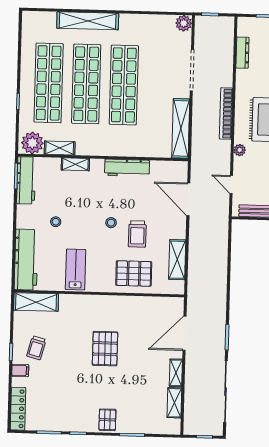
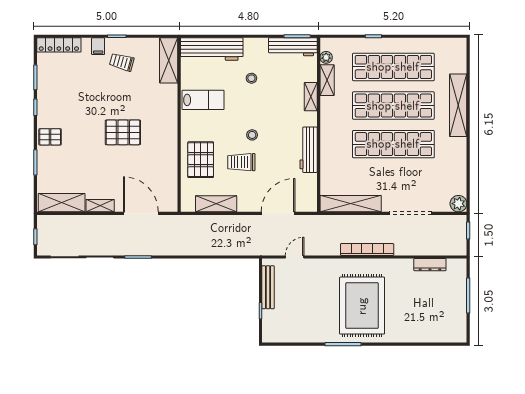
plant: (32, 143) -> (326, 57), width x0.53, depth x0.53
plant: (240, 150) -> (330, 265), removed
shelving: (174, 403) -> (62, 203), width x1.50, depth x1.33

